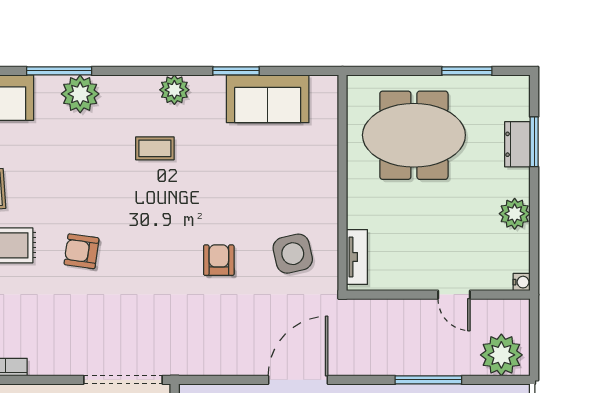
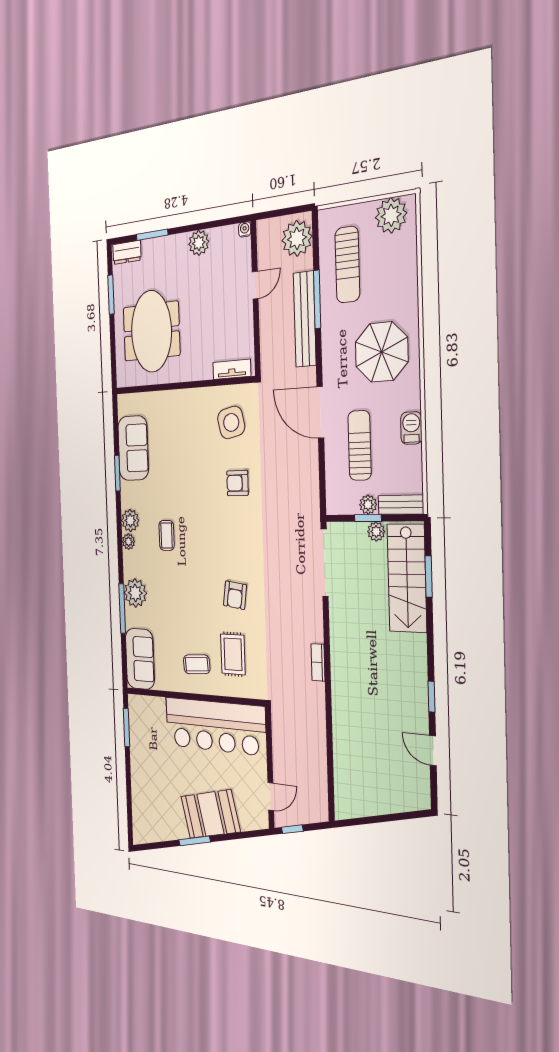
plant: (147, 86) -> (128, 542), added
dresser: (517, 144) -> (127, 252), moved
bench: (407, 362) -> (305, 319), added

